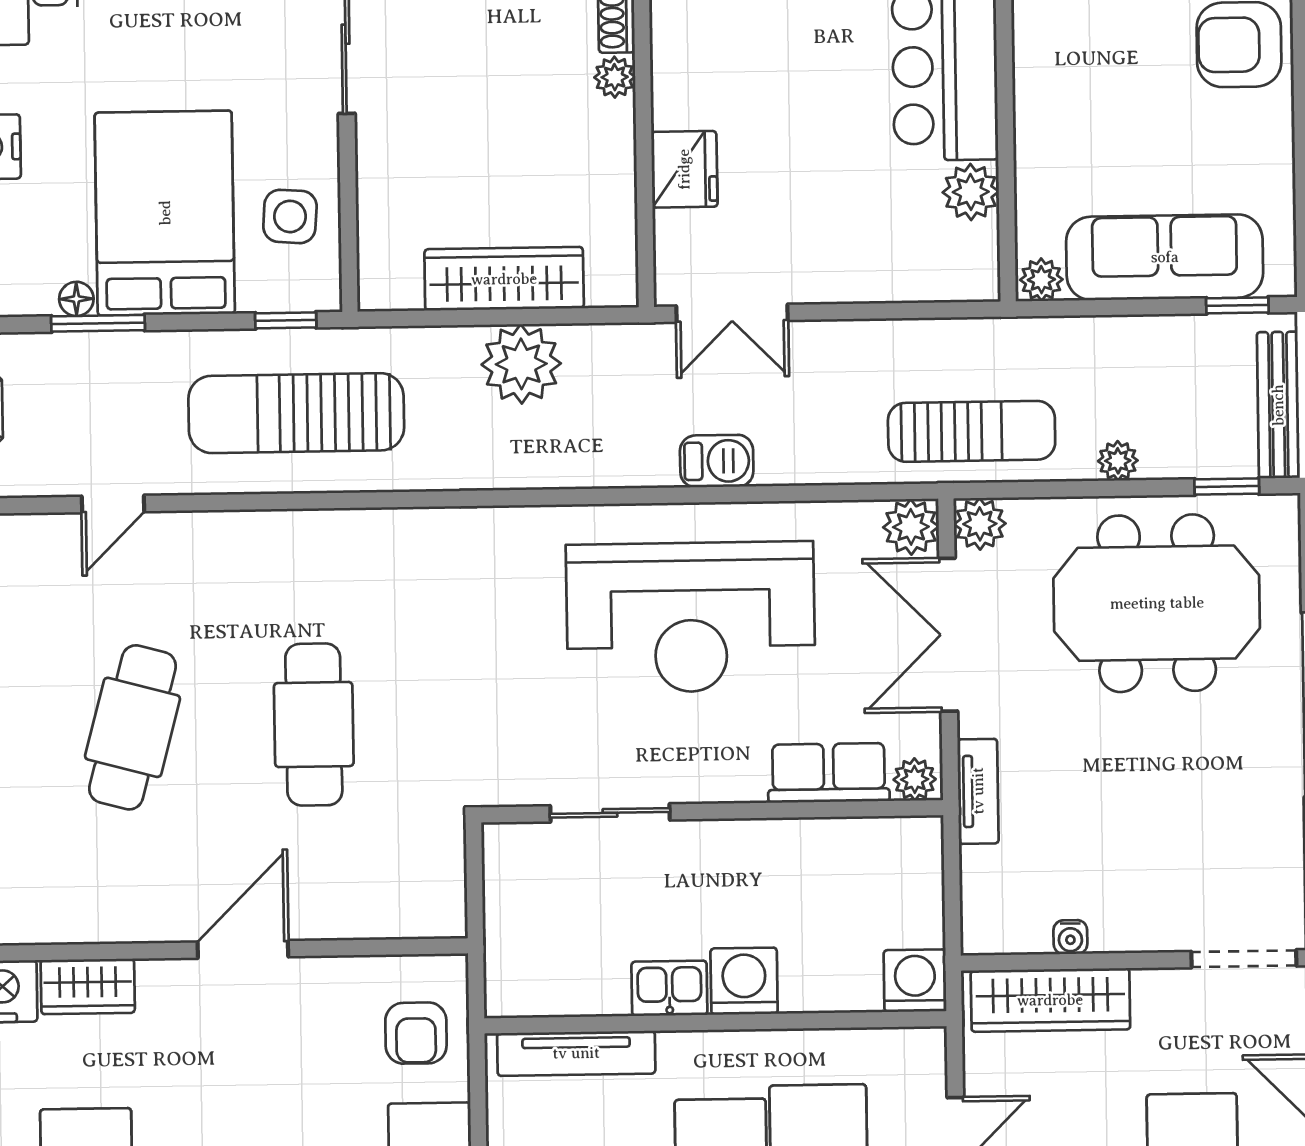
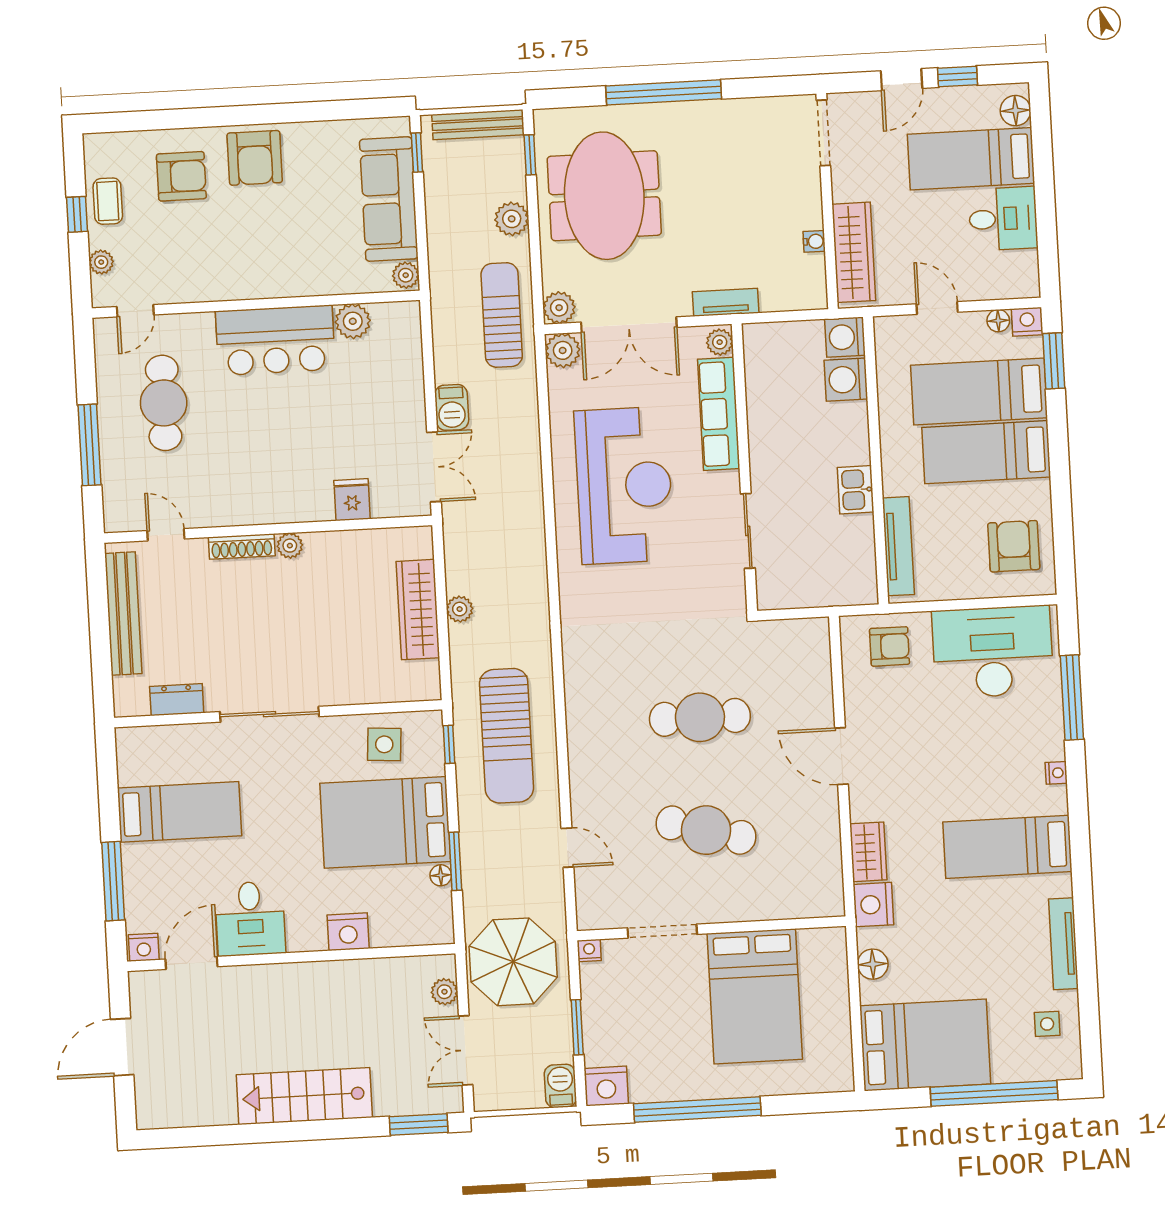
fridge: (684, 169) -> (352, 500), width x0.72
plant: (521, 364) -> (460, 609), width x0.53, depth x0.53
barbecue: (717, 461) -> (452, 407), moved, turned 180
plant: (1118, 461) -> (512, 219), width x1.38, depth x1.38
row of seats: (829, 773) -> (719, 414), width x1.48
washing machine: (744, 981) -> (846, 380), moved

